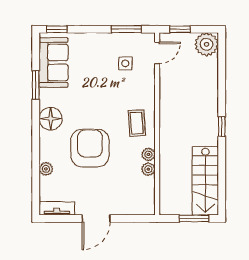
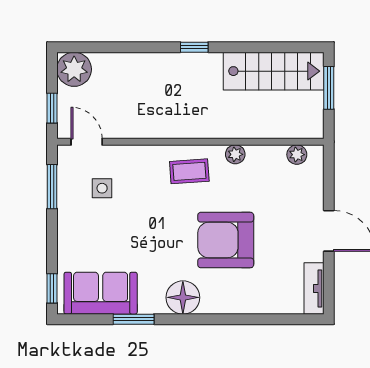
plant: (46, 169) -> (256, 304), removed
plant: (148, 169) -> (297, 155), moved

